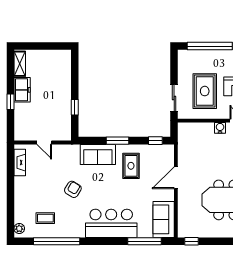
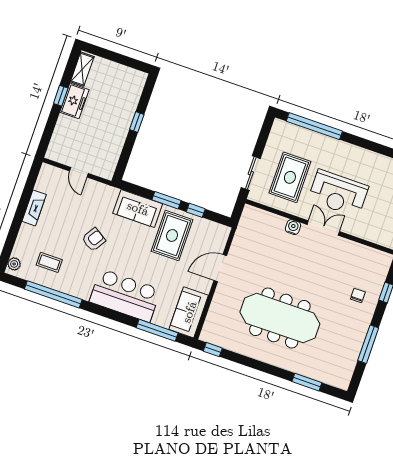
window: (10, 102) -> (61, 96), moved
window: (75, 107) -> (137, 122), moved
window: (155, 141) -> (196, 210), moved
fireplace: (20, 163) -> (34, 208), moved
rug: (131, 166) -> (172, 235), width x1.36, depth x1.43

